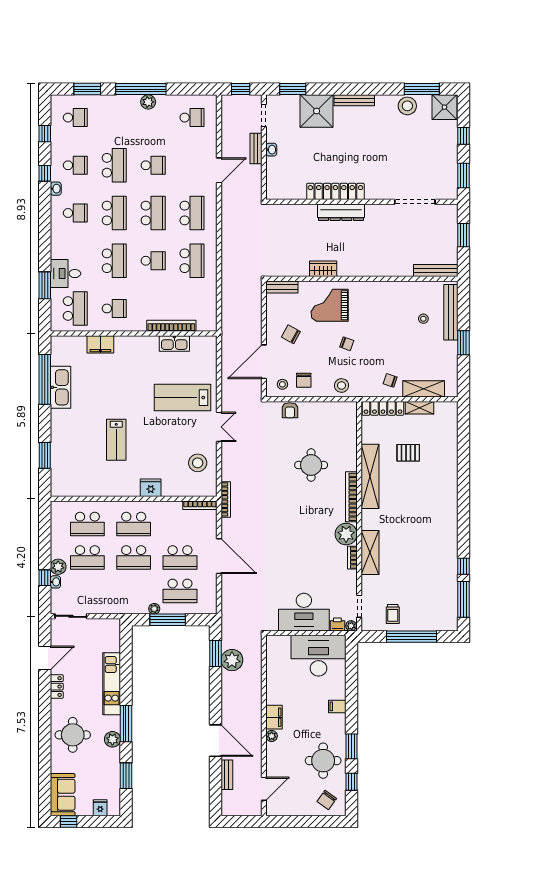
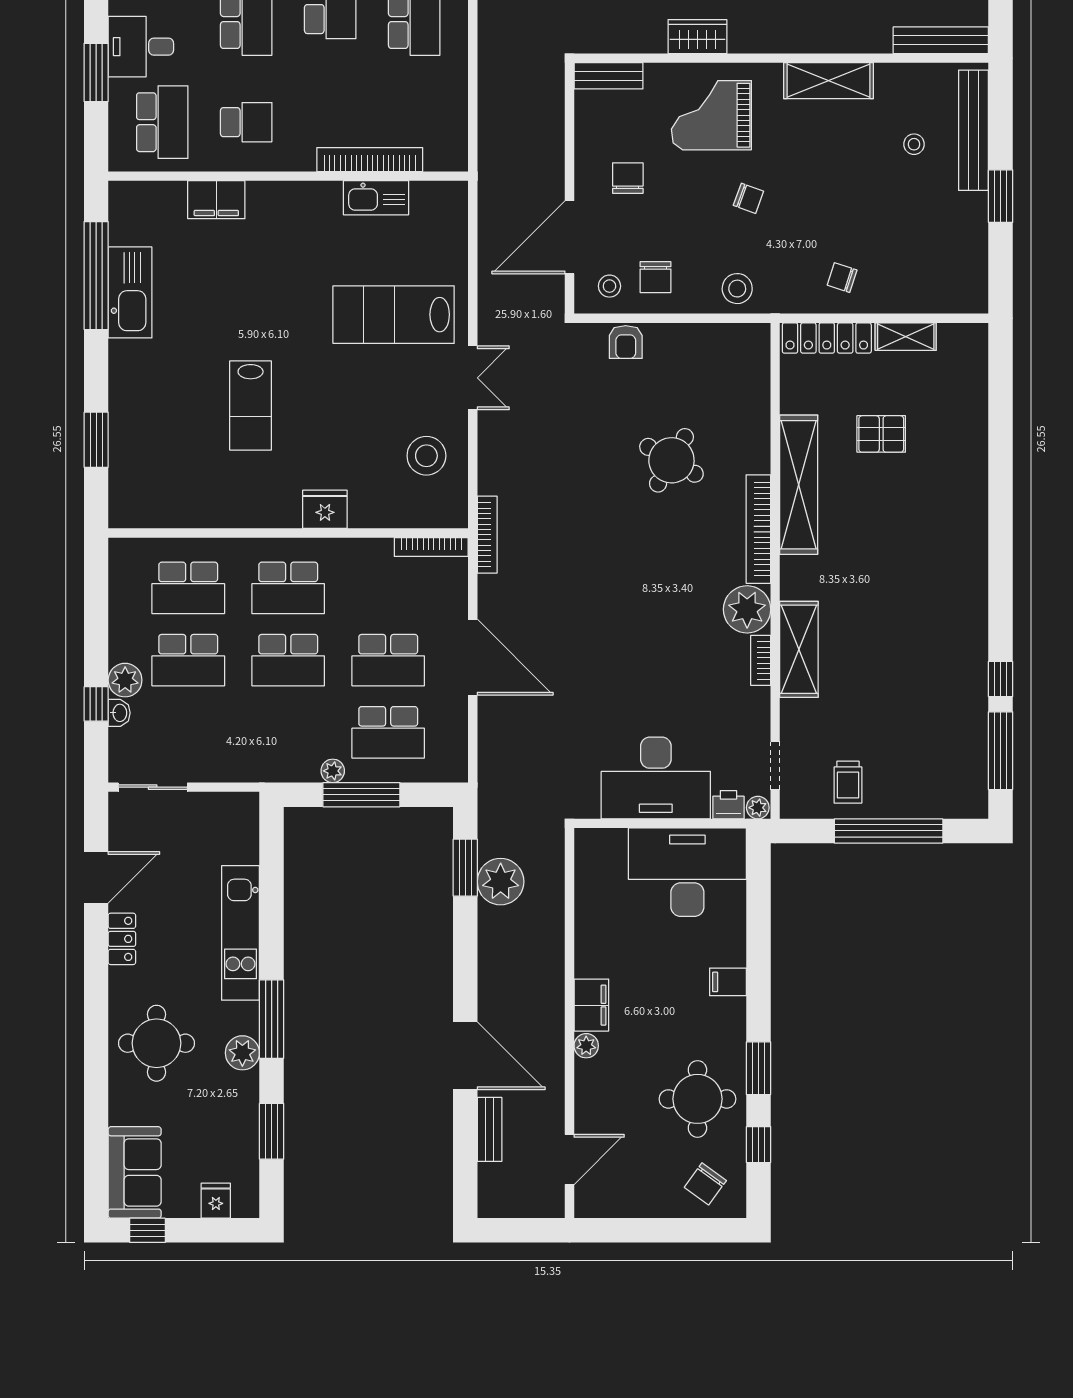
chair: (291, 334) -> (628, 178), turned 61
shelving: (424, 389) -> (829, 81), moved
round table: (311, 465) -> (671, 460), turned 30

